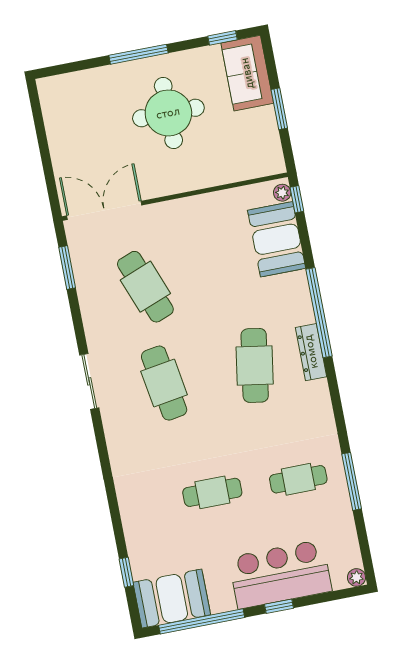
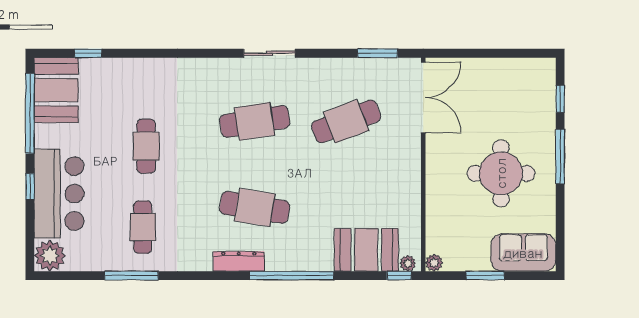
window: (223, 38) -> (560, 99), moved
plant: (276, 165) -> (434, 263), added
dresser: (311, 352) -> (239, 261), moved
plant: (356, 577) -> (50, 256), width x1.88, depth x1.88

